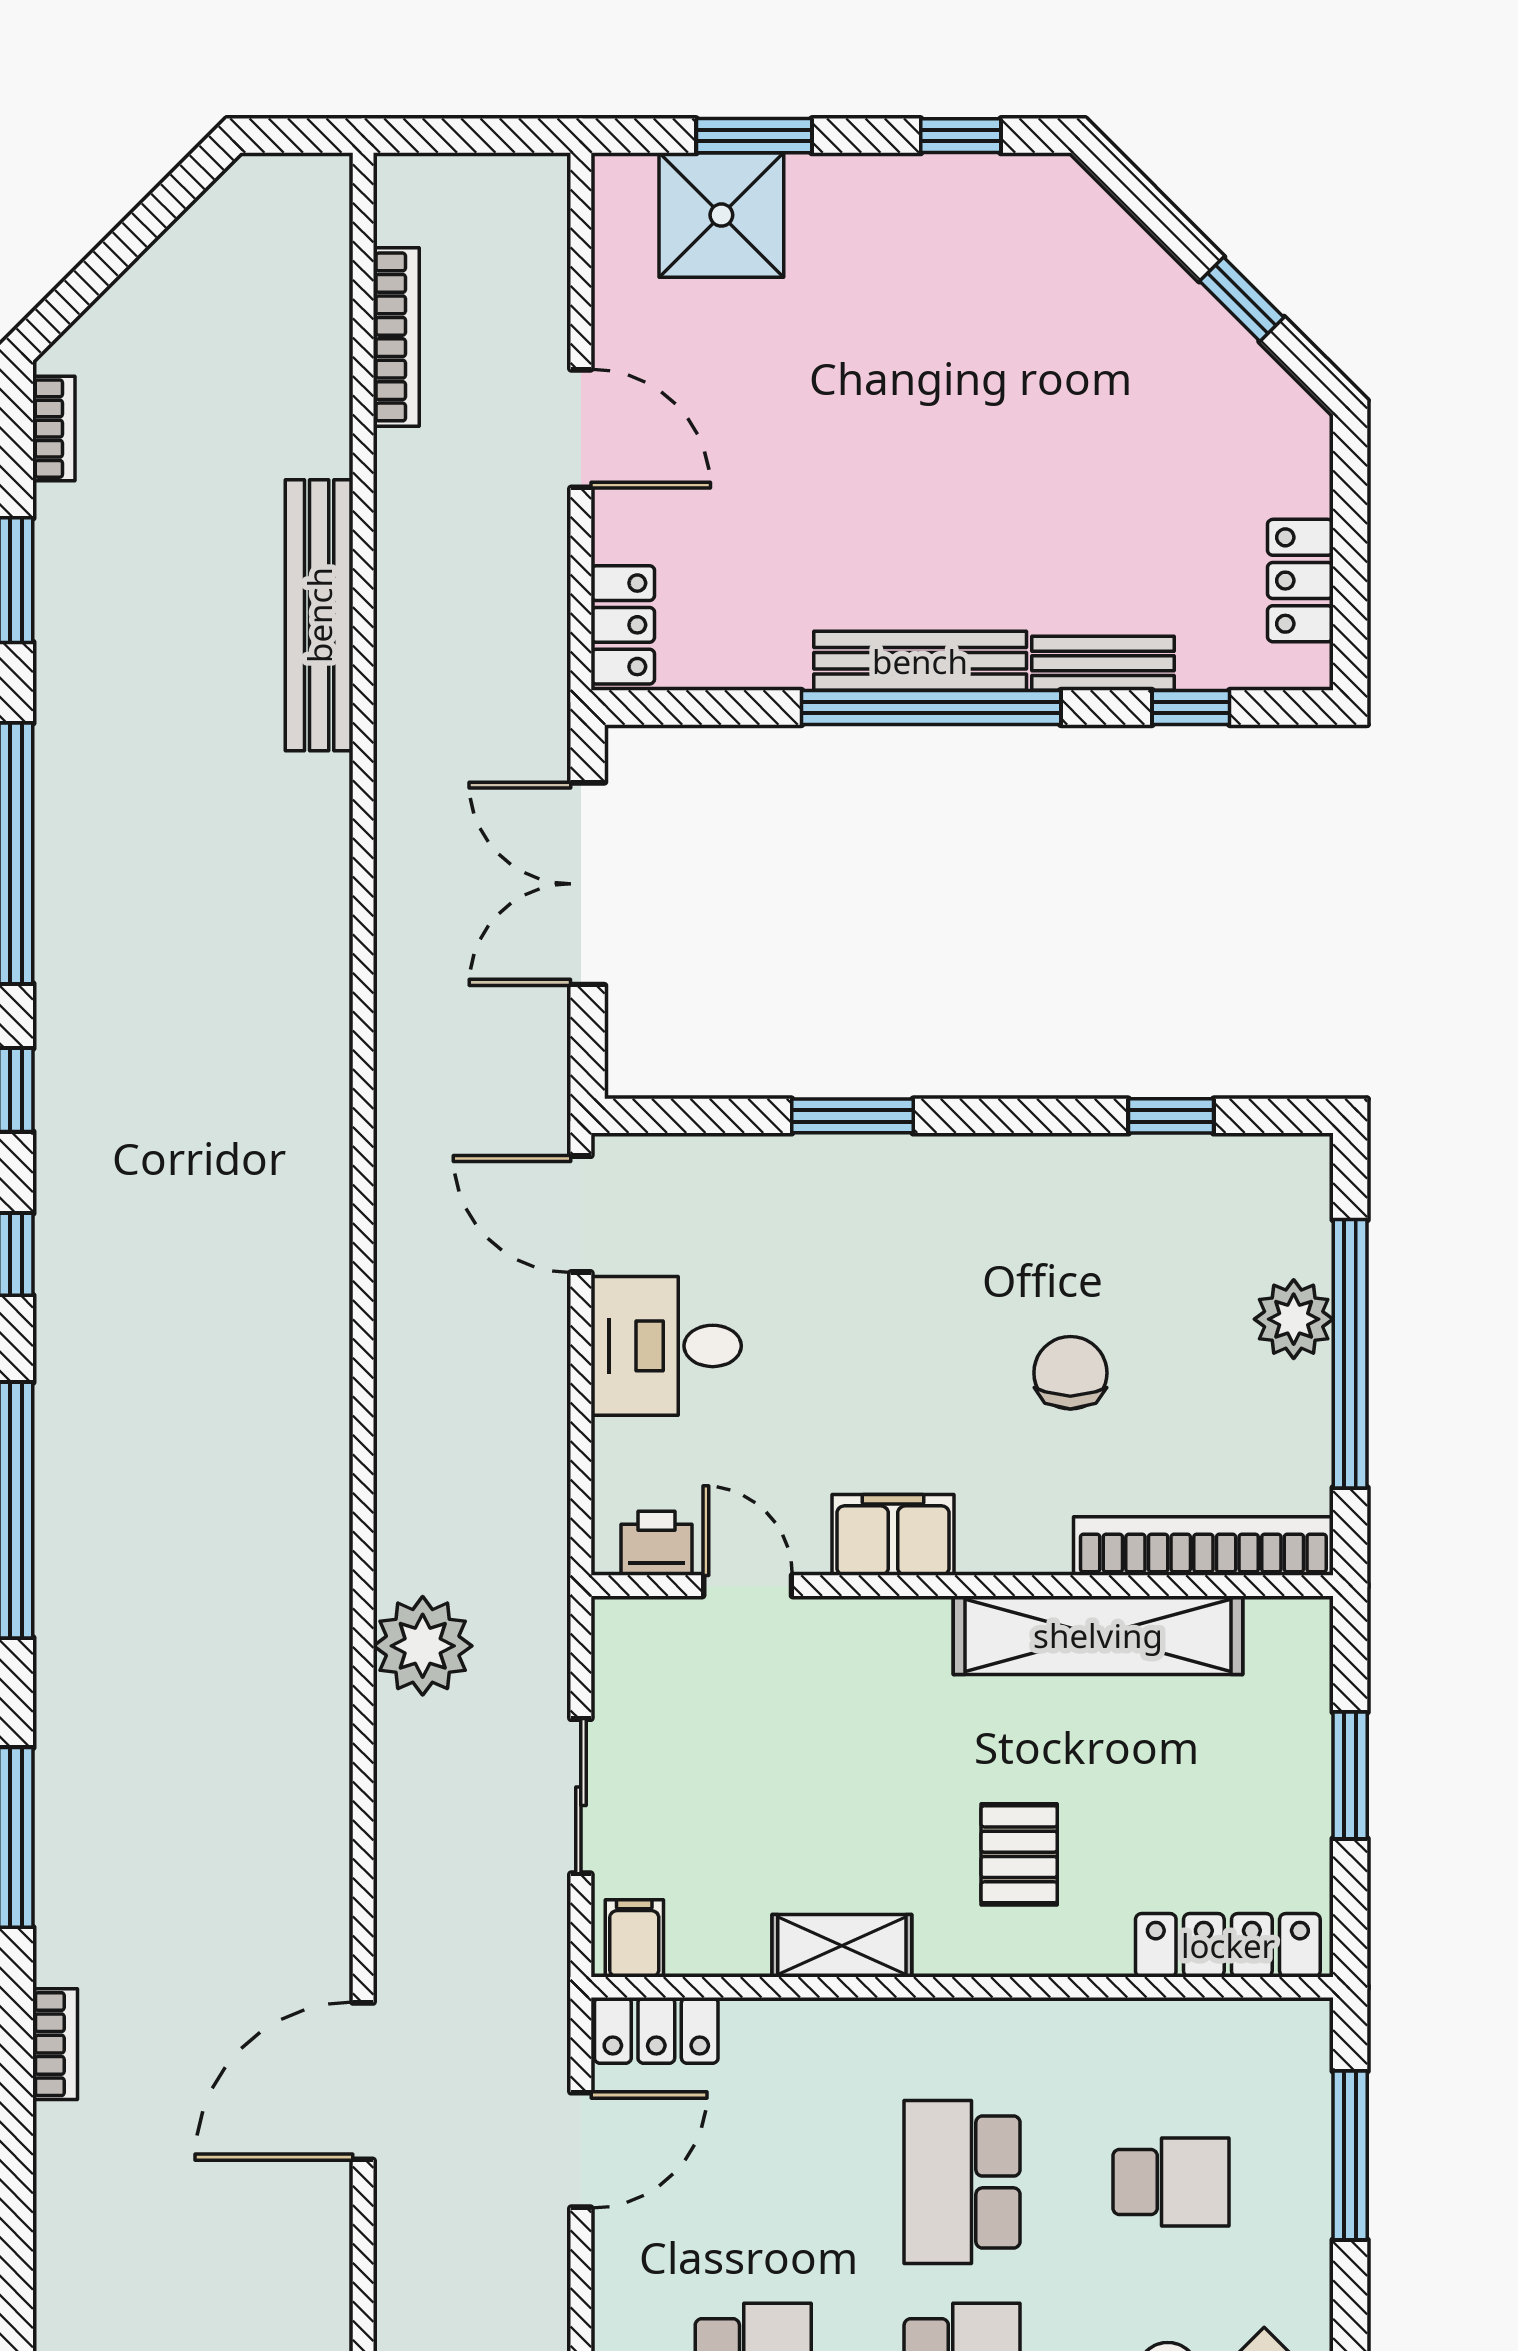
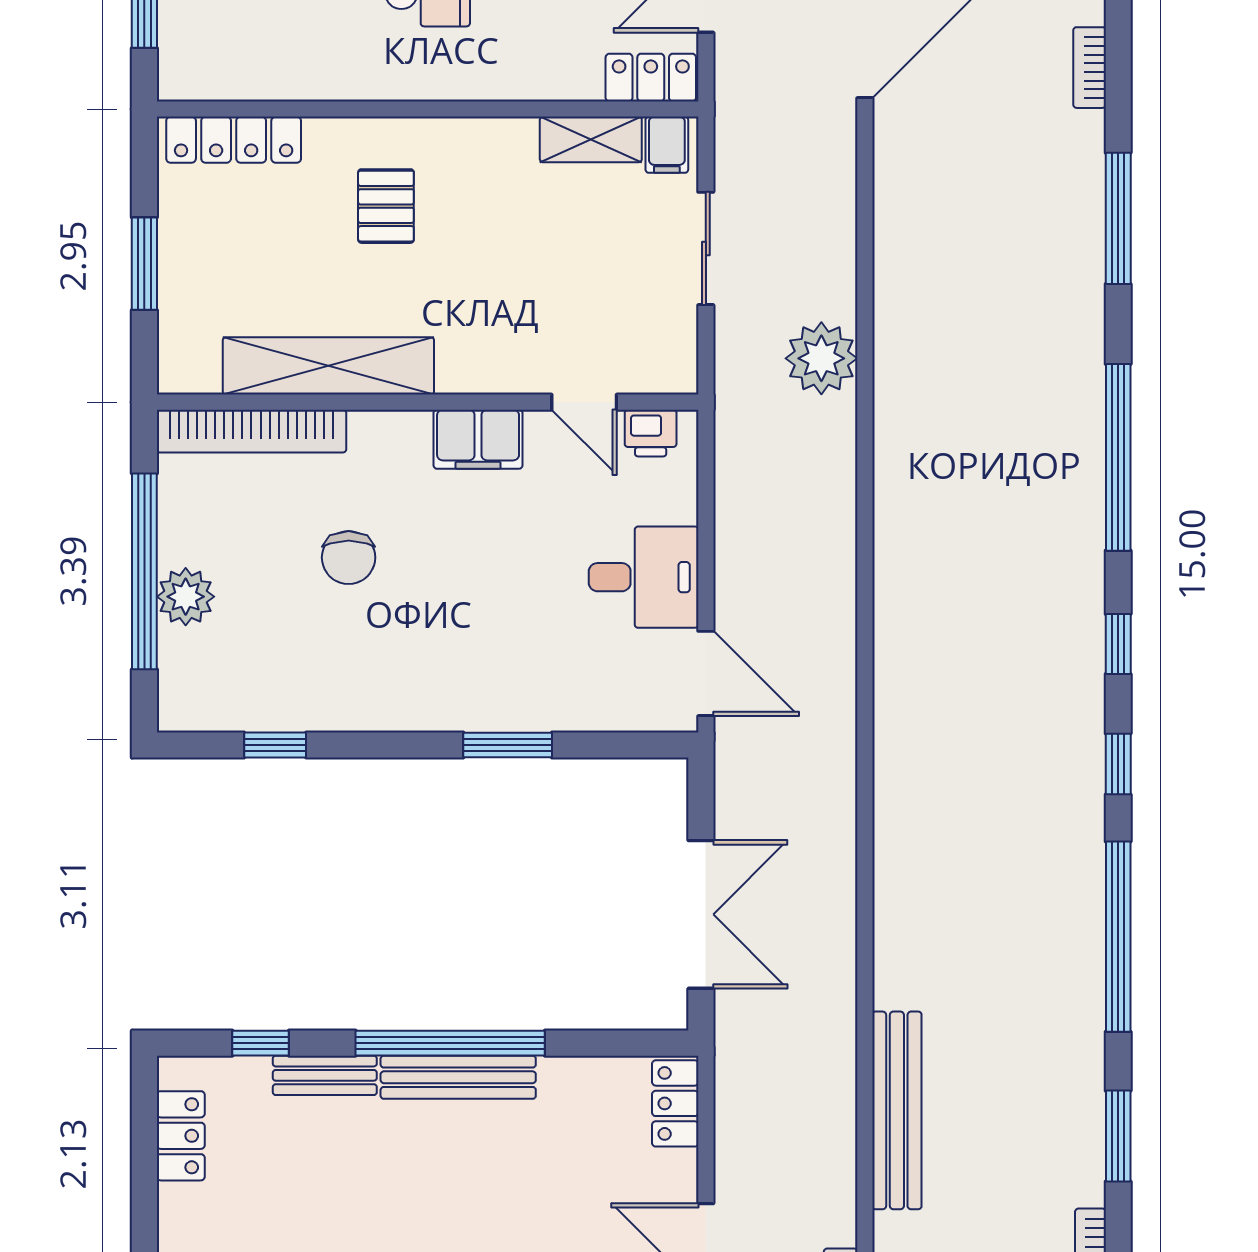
shelving: (842, 1946) -> (591, 139), moved

